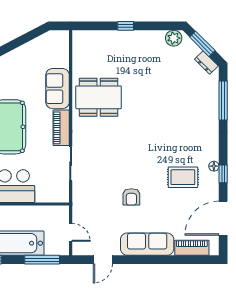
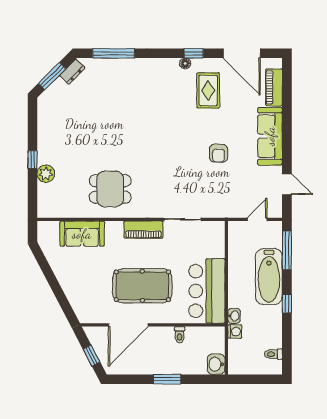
plant: (174, 38) -> (46, 174), moved
sofa: (58, 89) -> (82, 234), moved
dining table: (99, 97) -> (110, 189), width x0.73
rug: (183, 177) -> (208, 90), moved
armchair: (131, 197) -> (219, 153), turned 90

